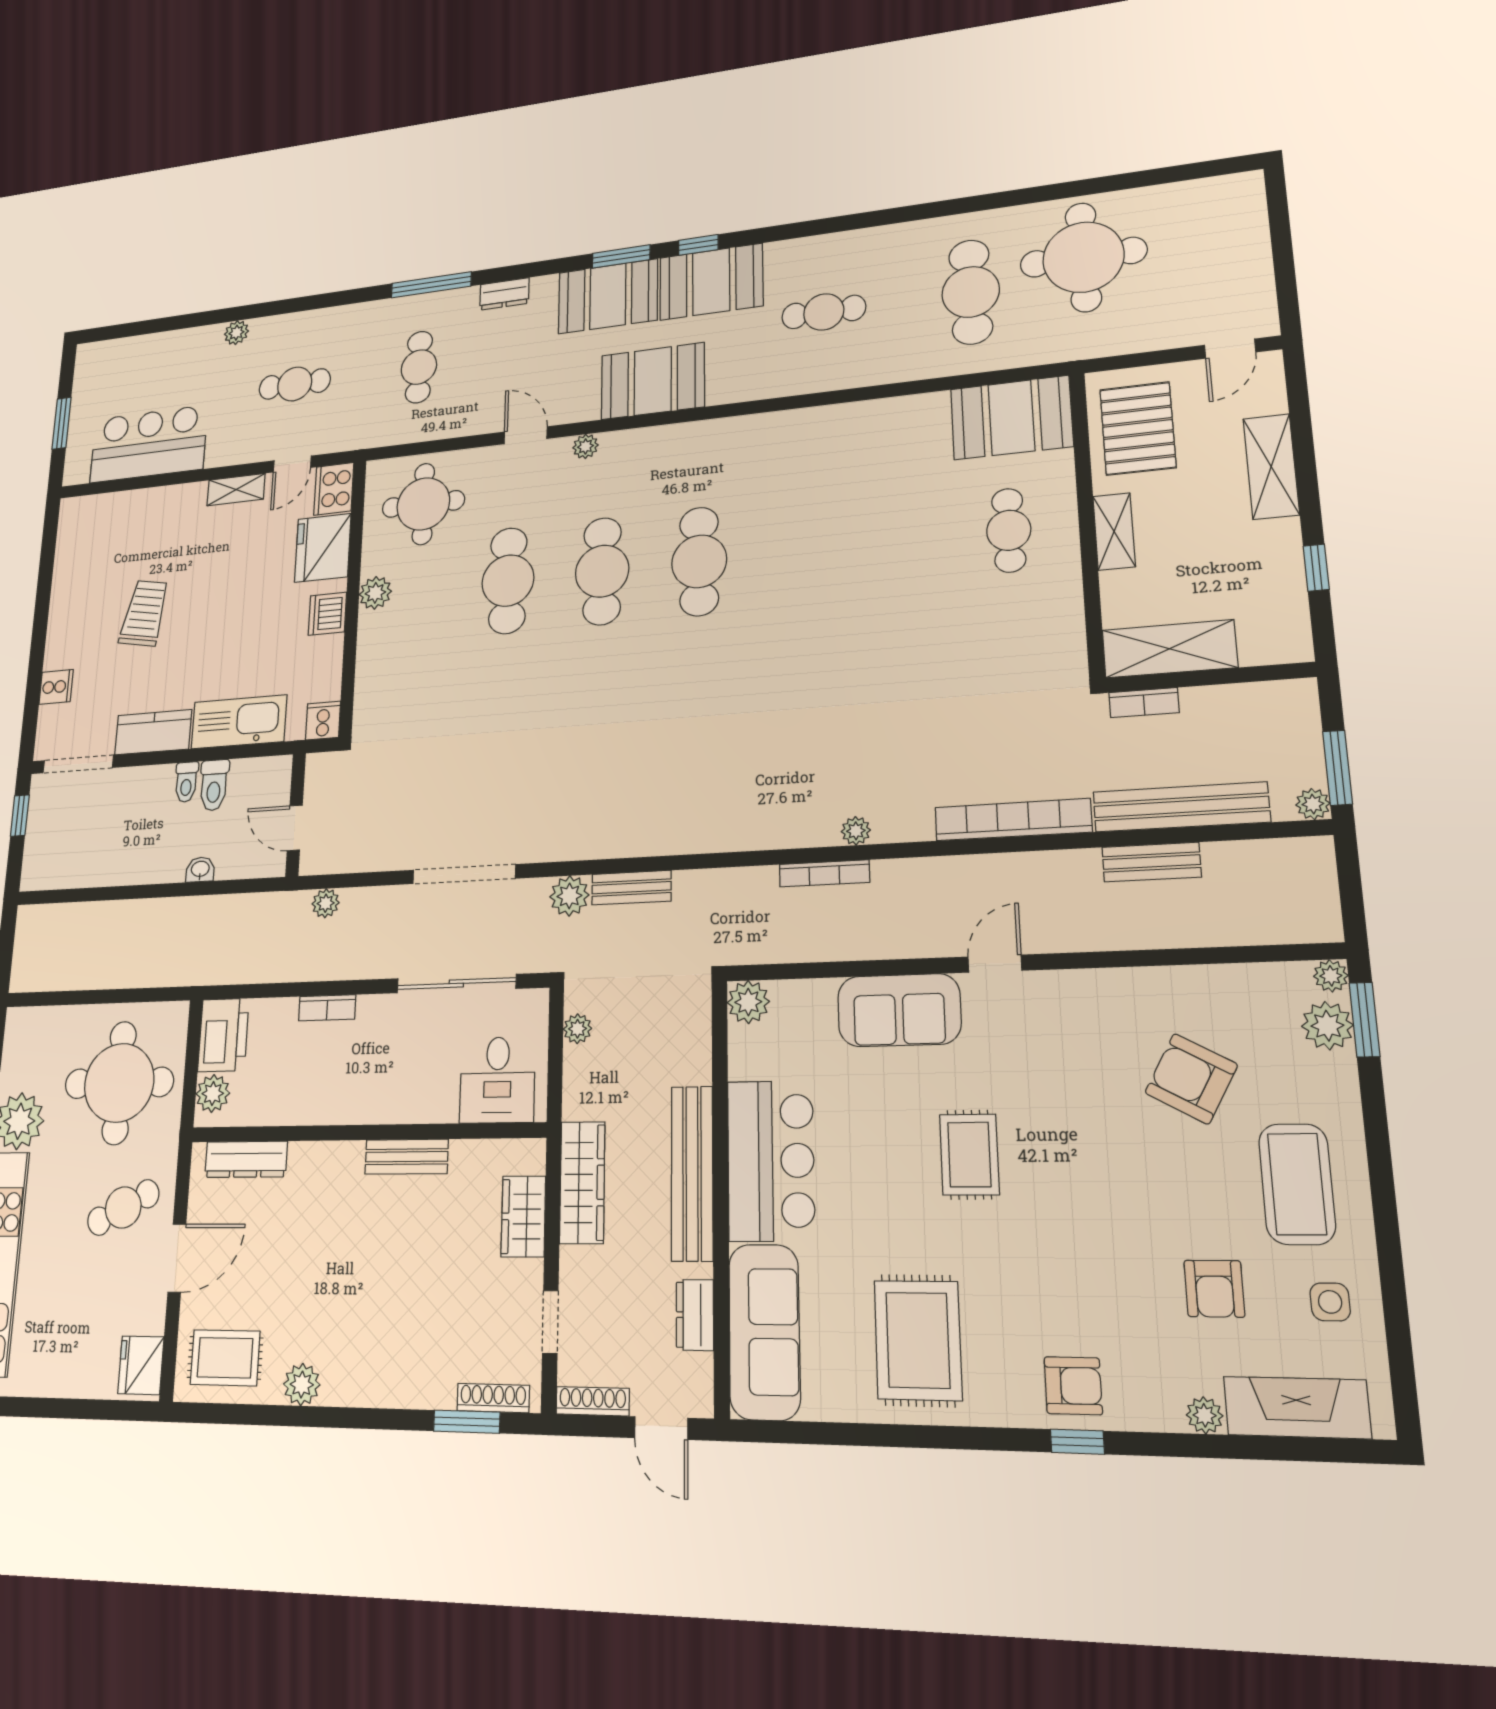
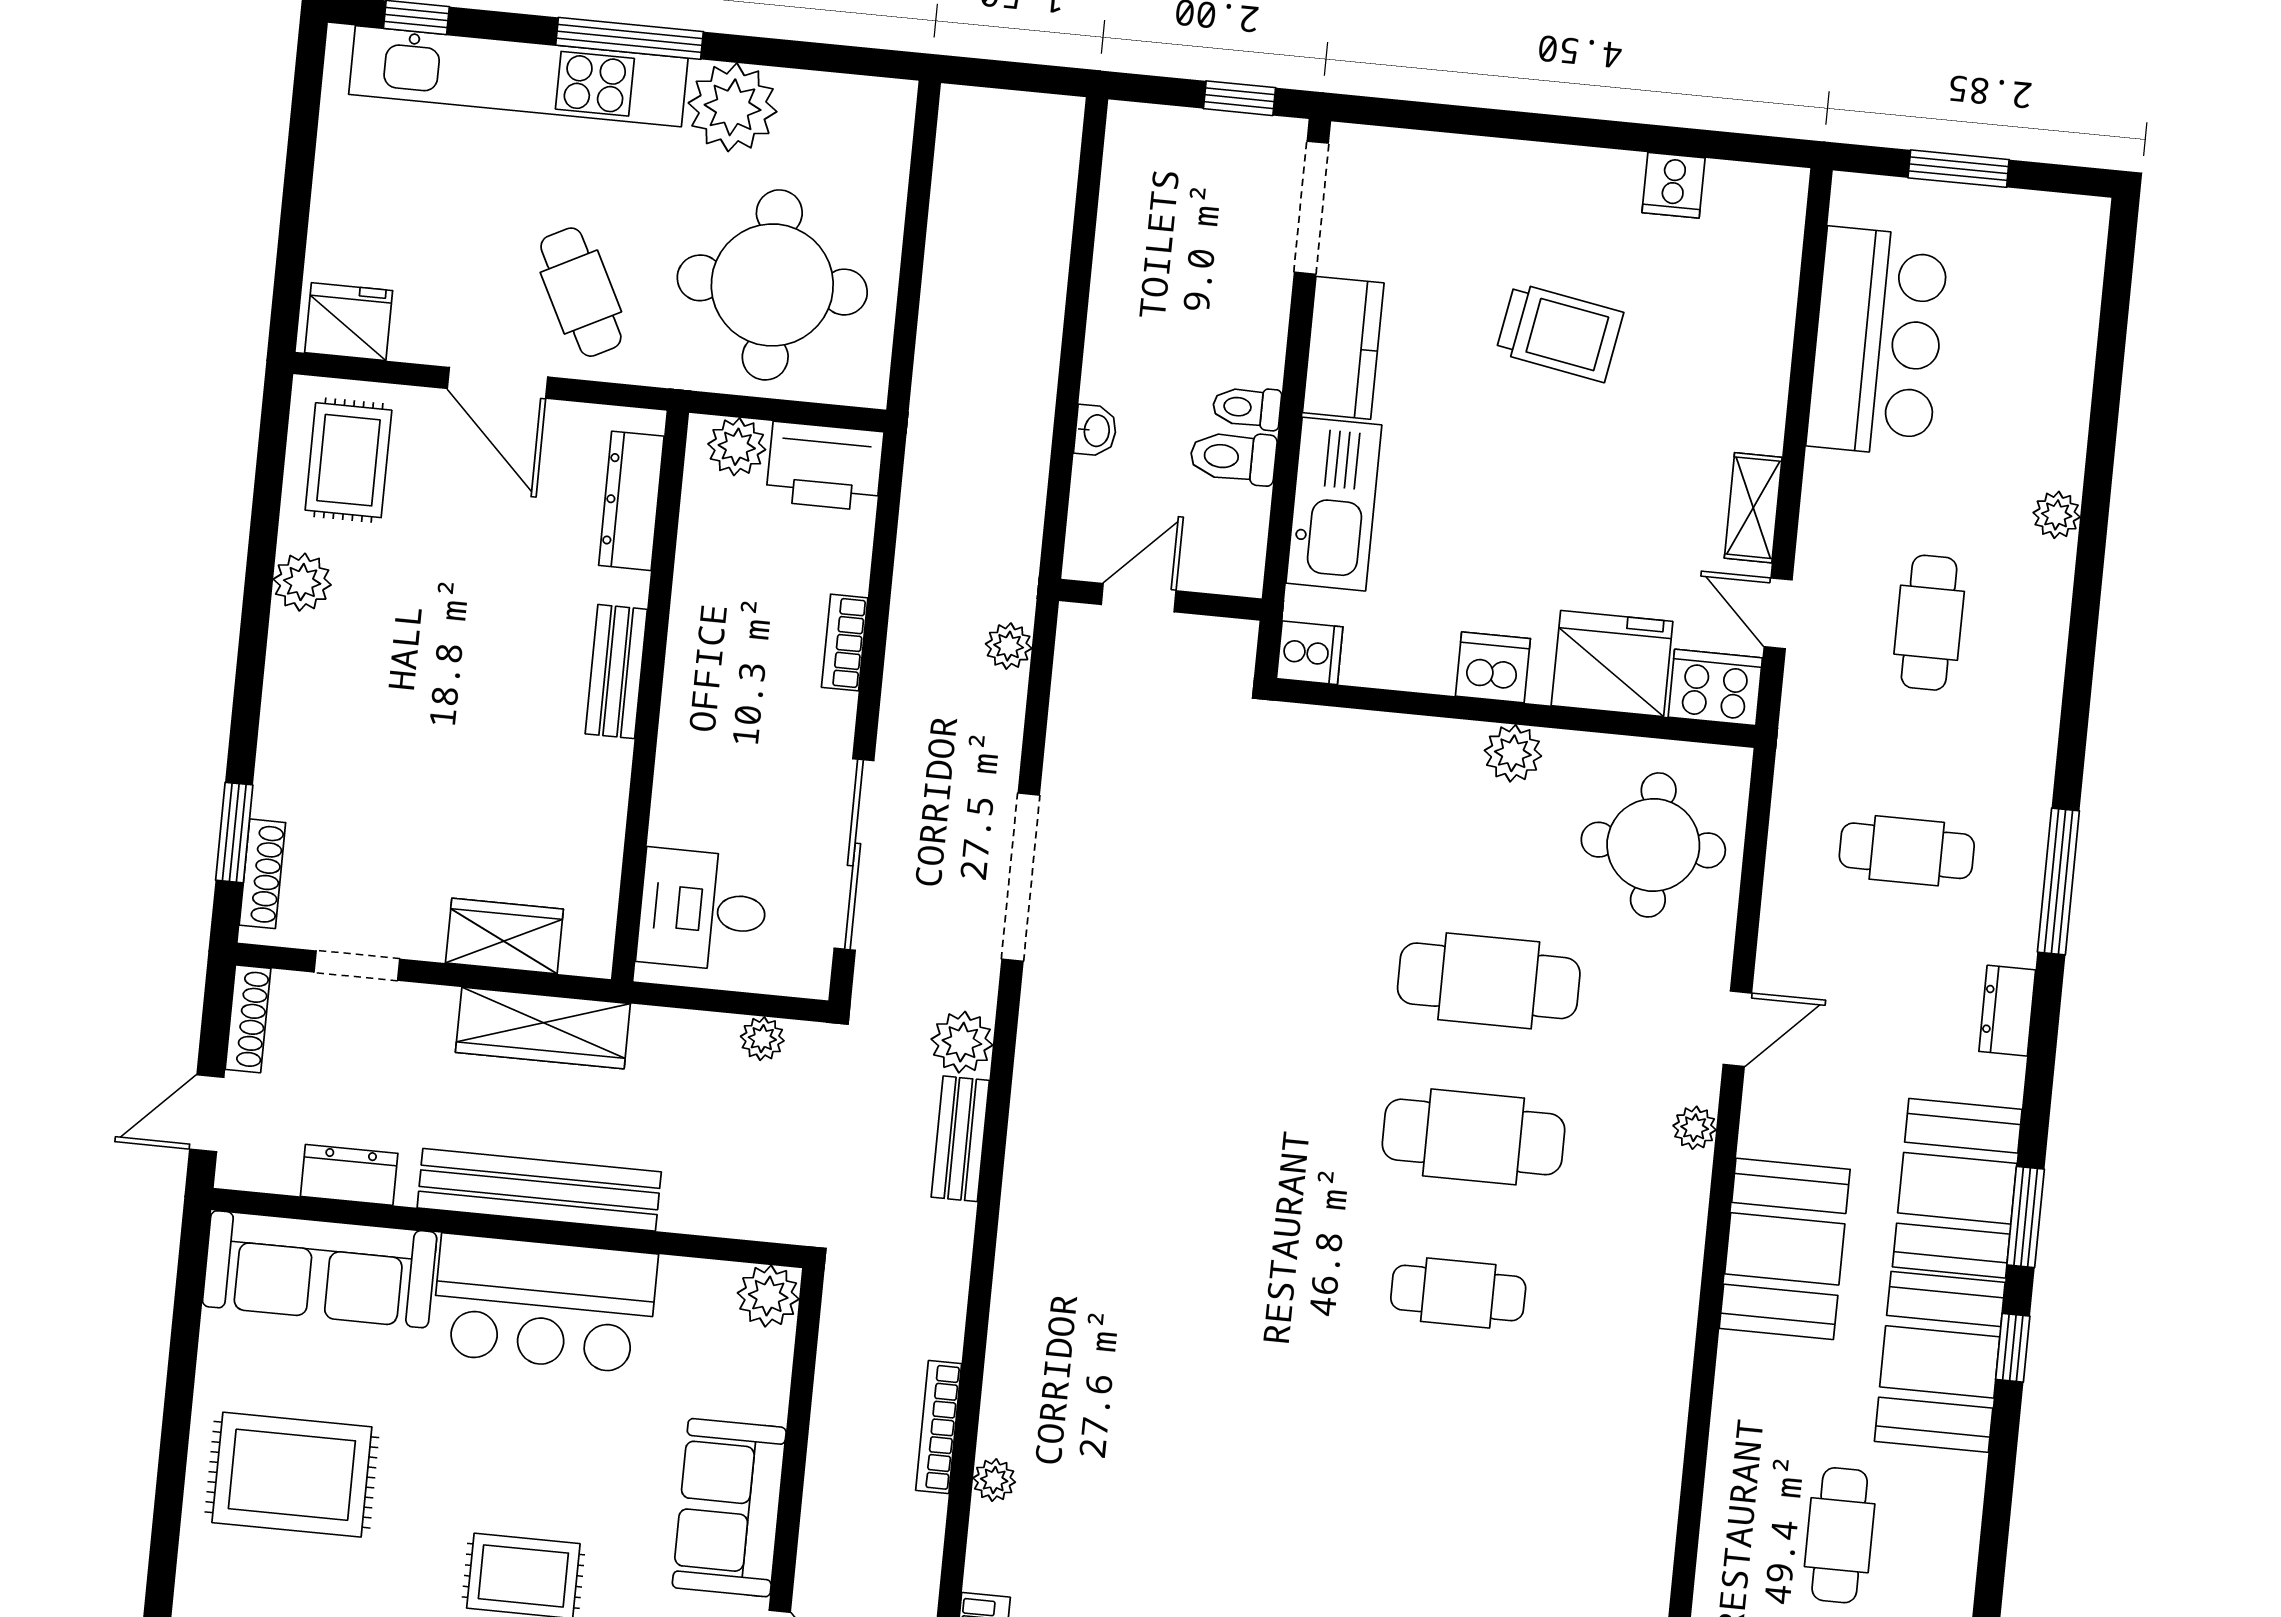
cafe table: (699, 561) -> (1458, 1293), width x0.73, depth x0.74
cooker: (56, 687) -> (1673, 185), moved
bench: (407, 1157) -> (616, 672), moved

